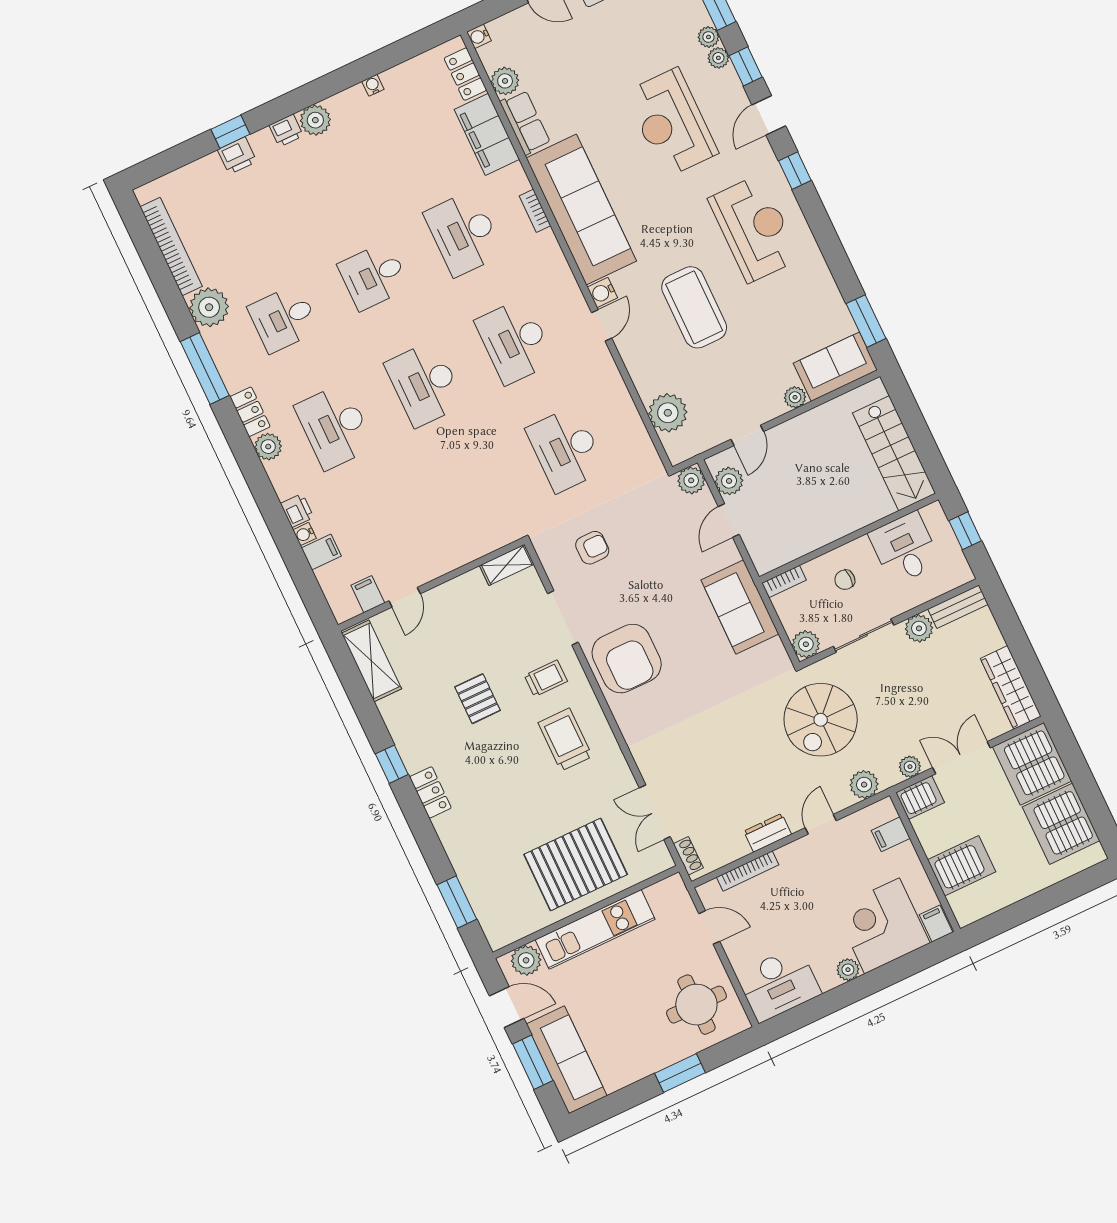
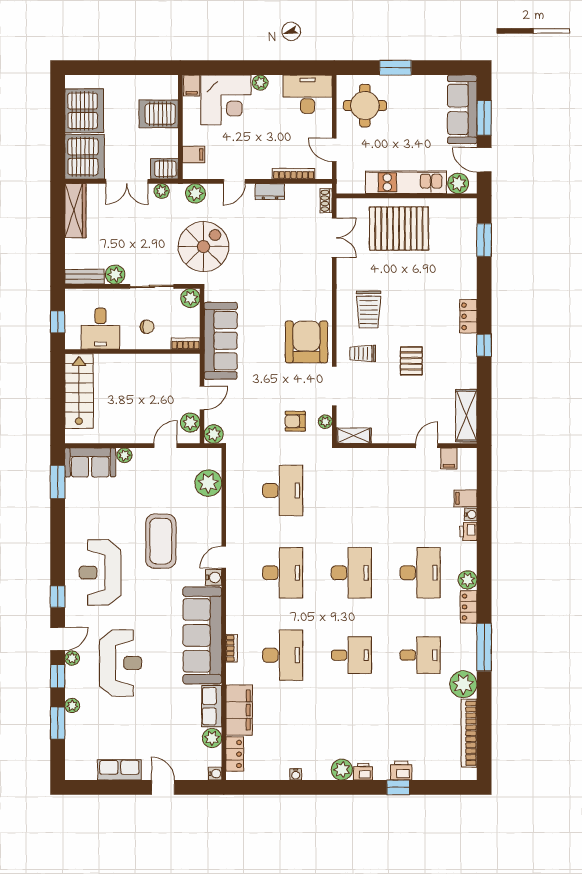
plant: (718, 58) -> (72, 658), moved
plant: (553, 566) -> (325, 422), added
sofa: (740, 607) -> (221, 341), width x1.36

